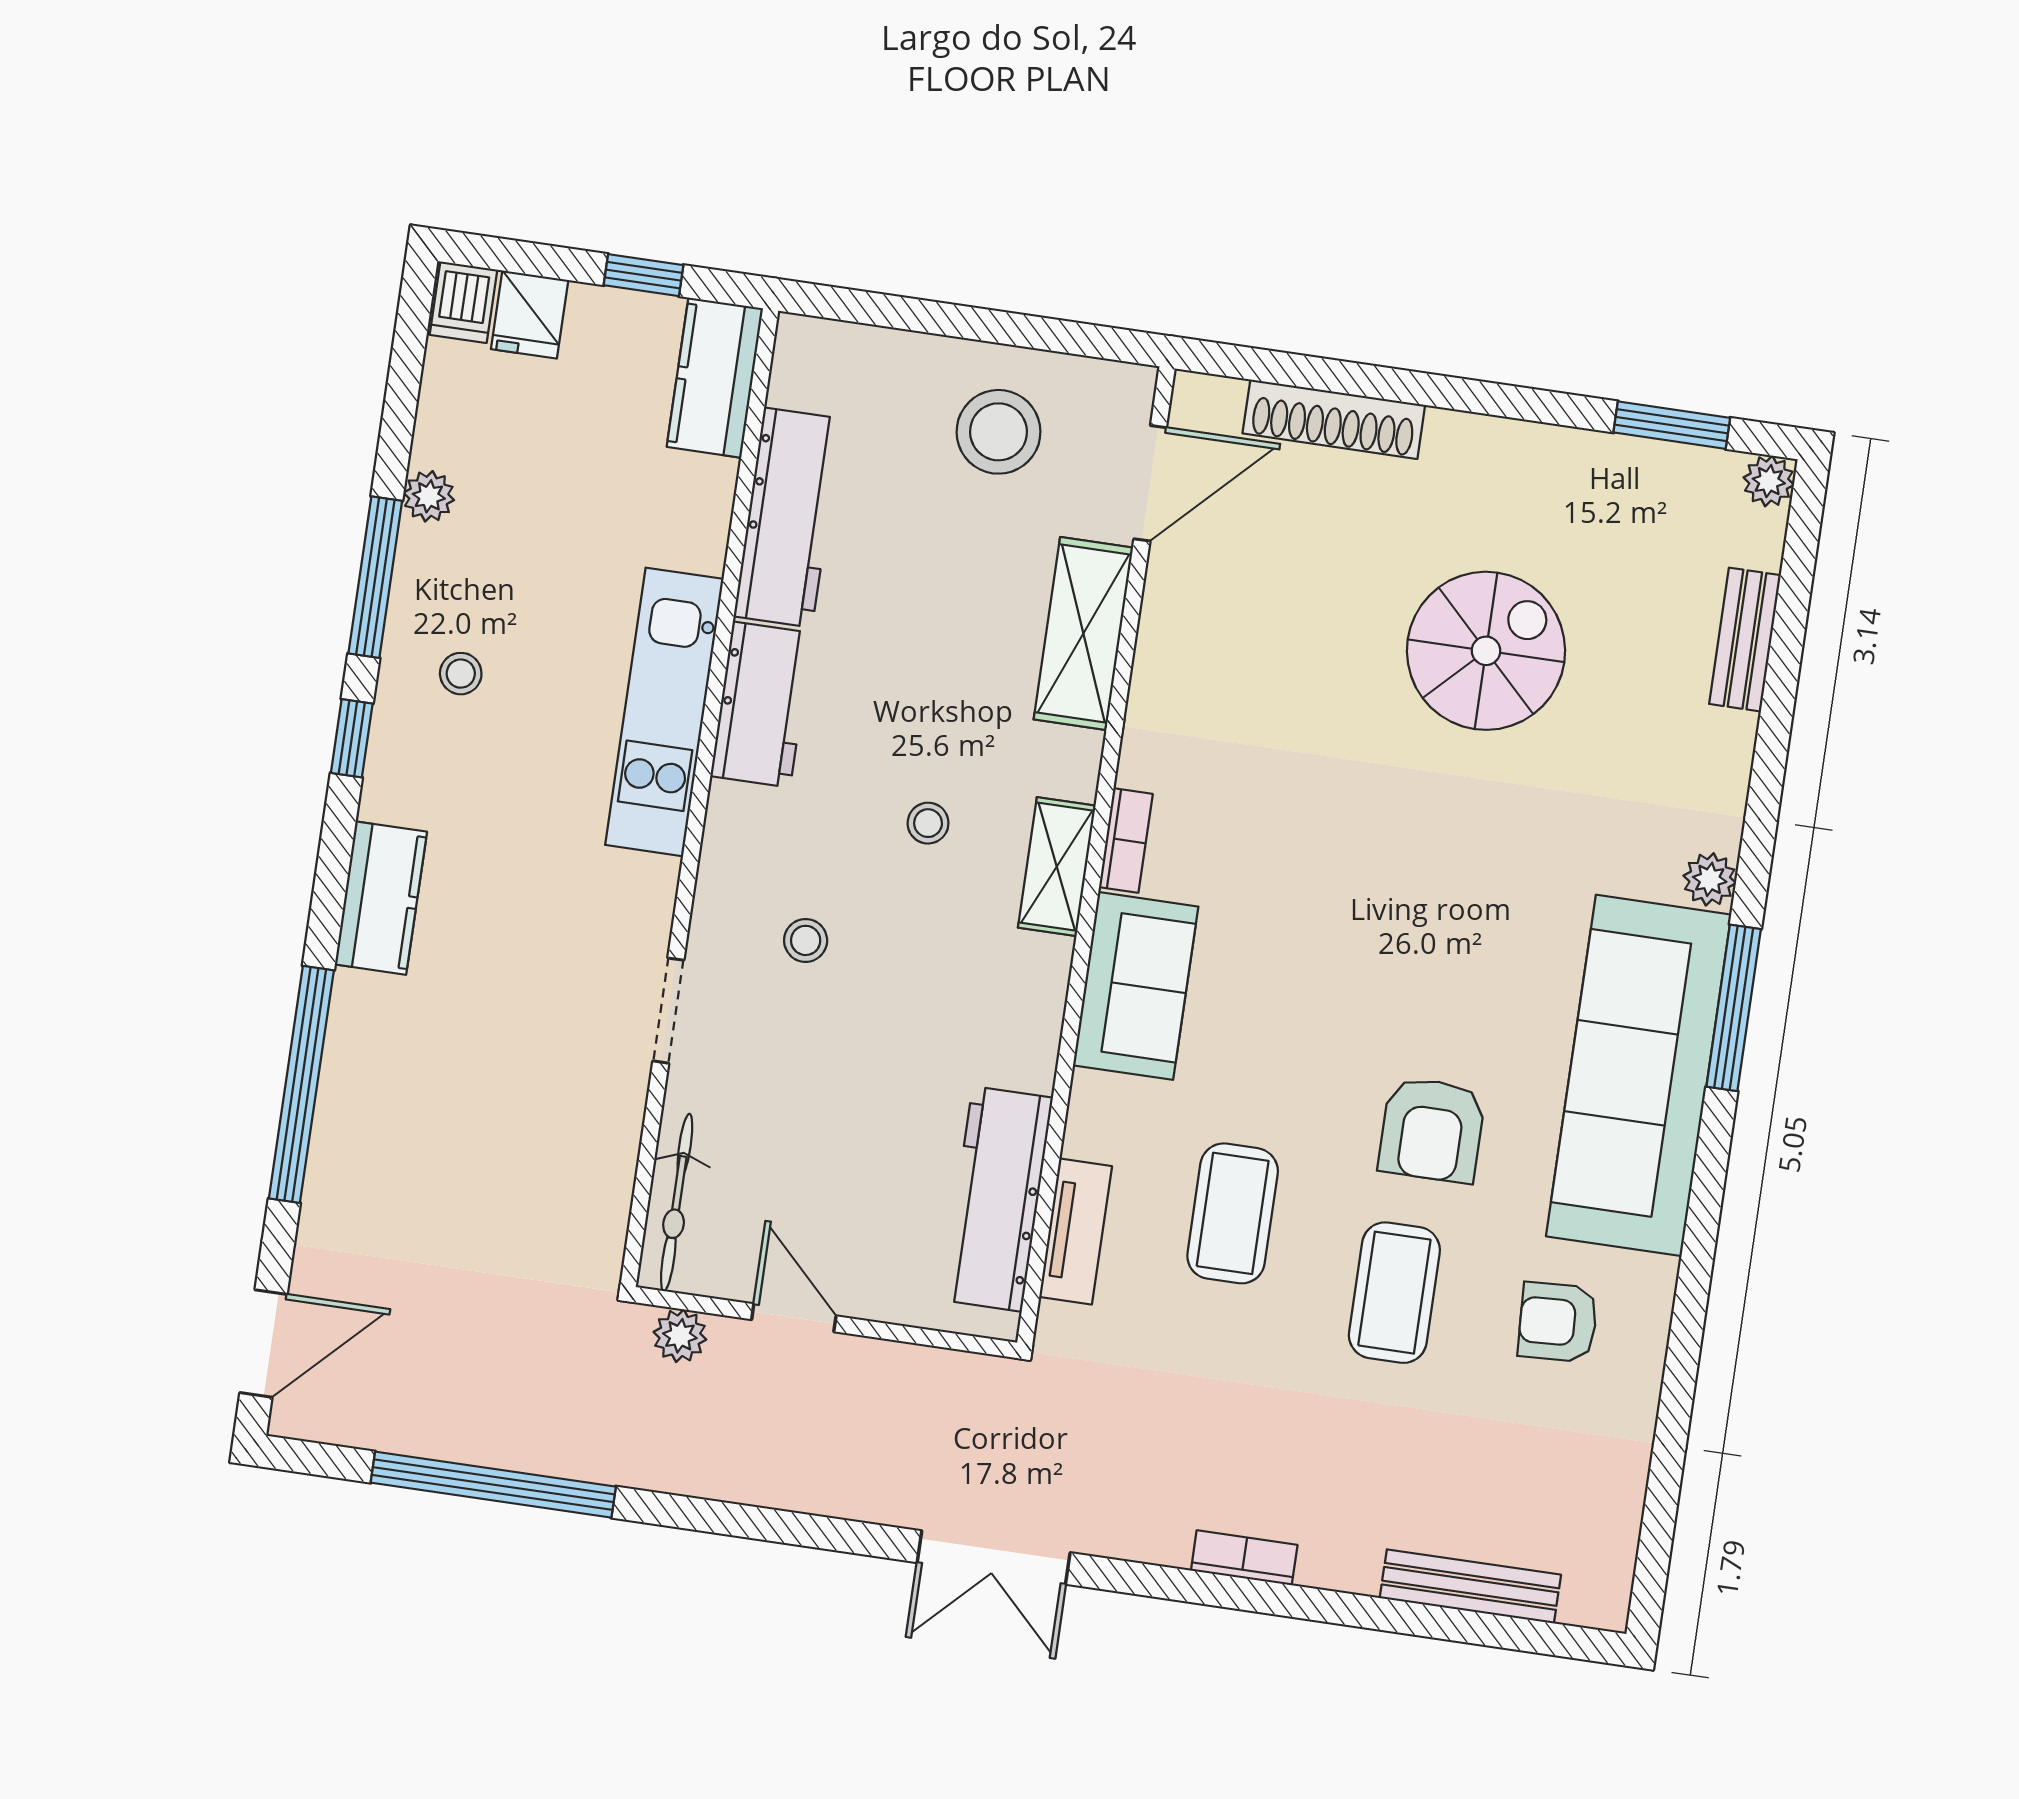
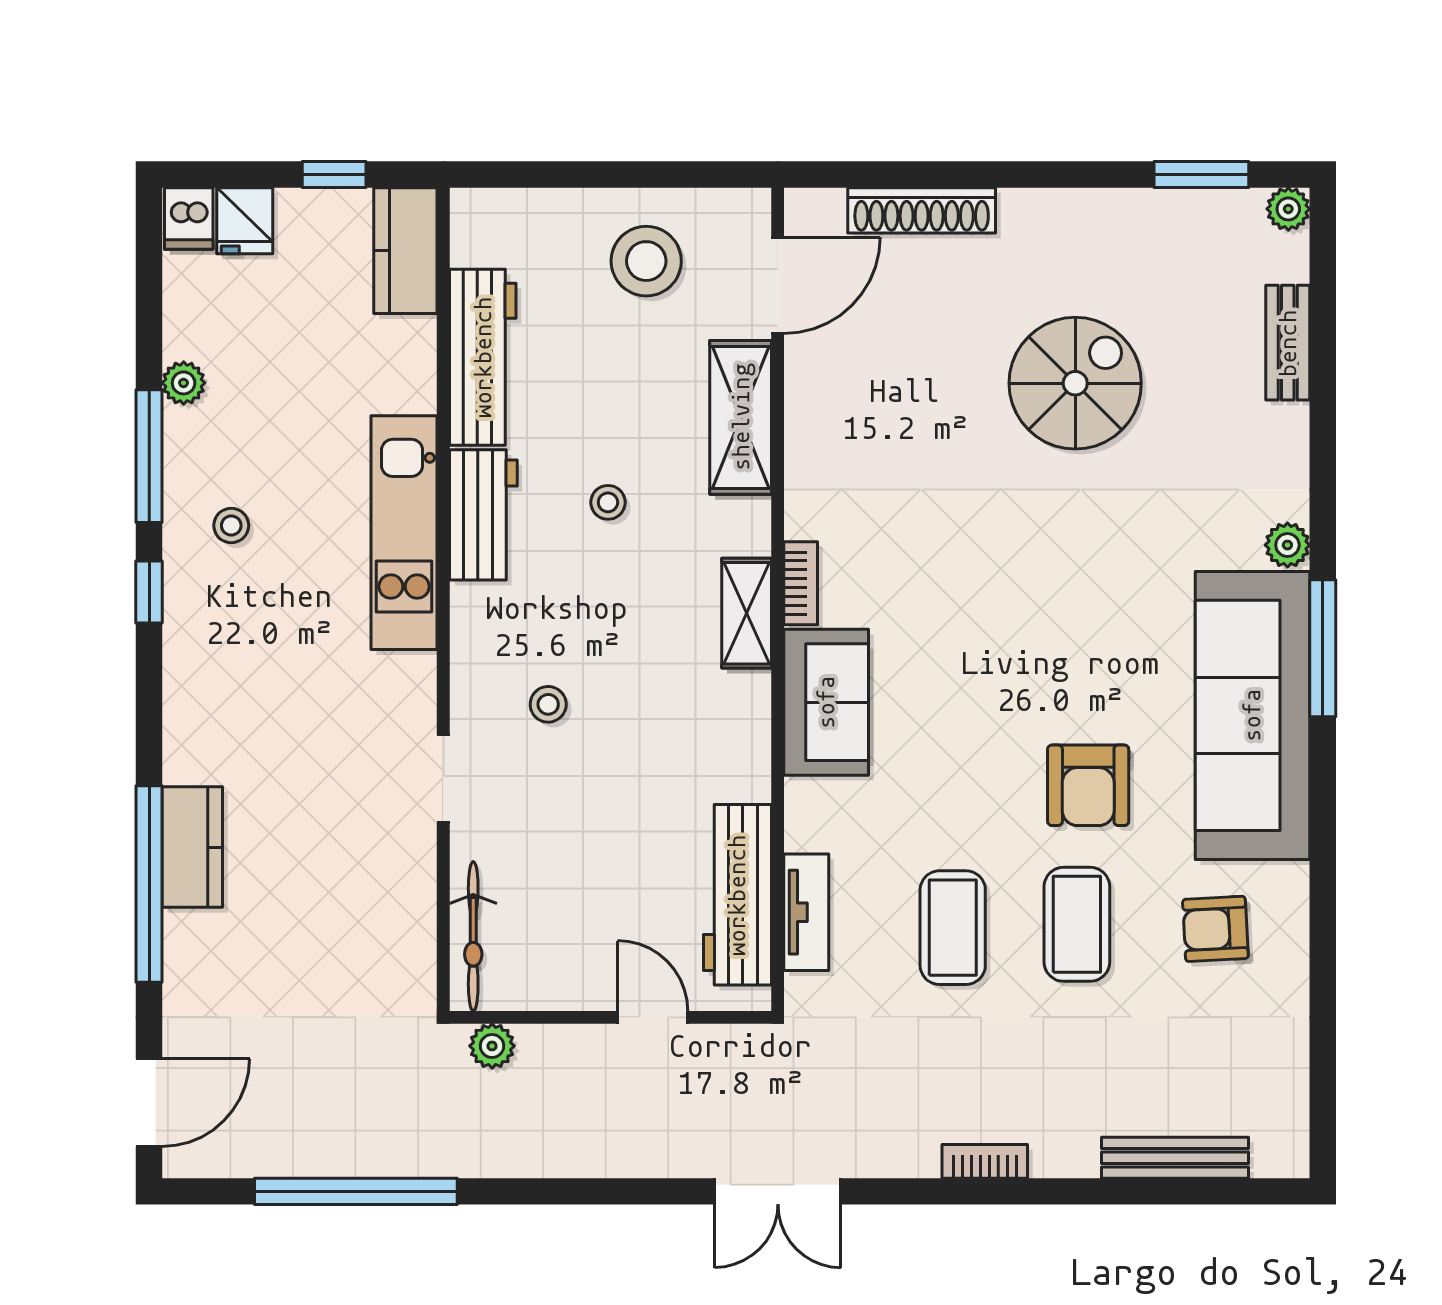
stool: (928, 823) -> (608, 502), moved
kitchen counter: (381, 898) -> (192, 847), moved
coffee table: (1233, 1213) -> (953, 928), moved
door: (794, 1318) -> (653, 1017), moved

